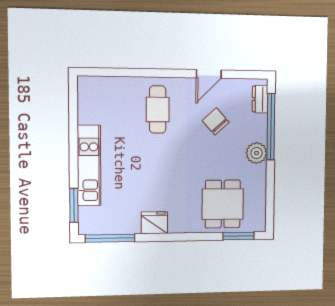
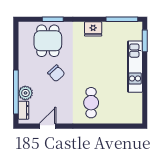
door: (209, 74) -> (48, 126), moved
chair: (216, 121) -> (56, 73), moved
plant: (256, 153) -> (25, 93), moved
window: (238, 236) -> (53, 19), moved

